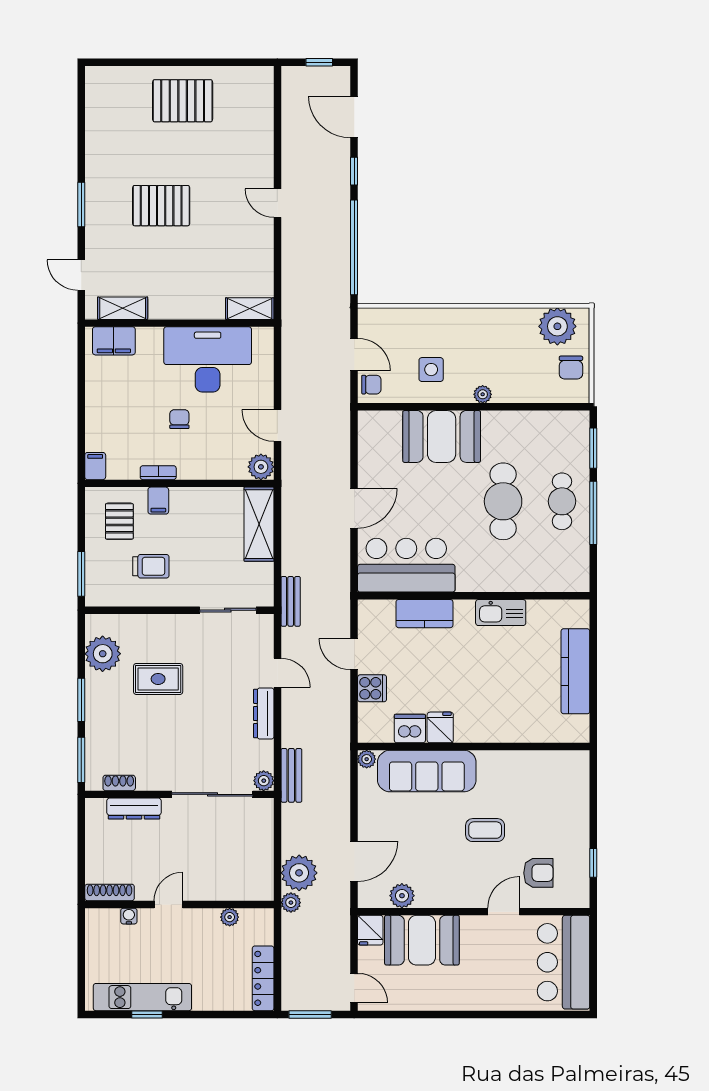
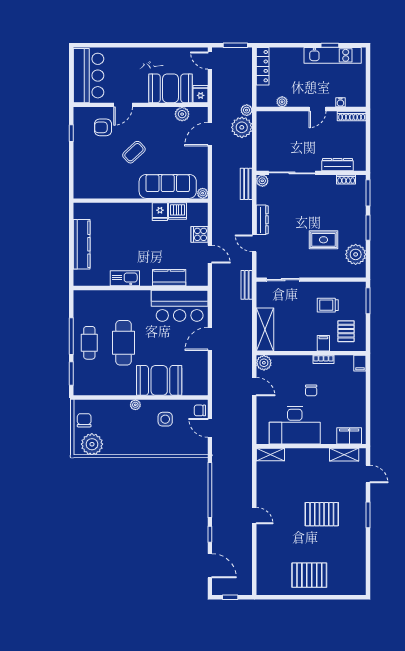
coffee table: (485, 830) -> (134, 152), turned -43

